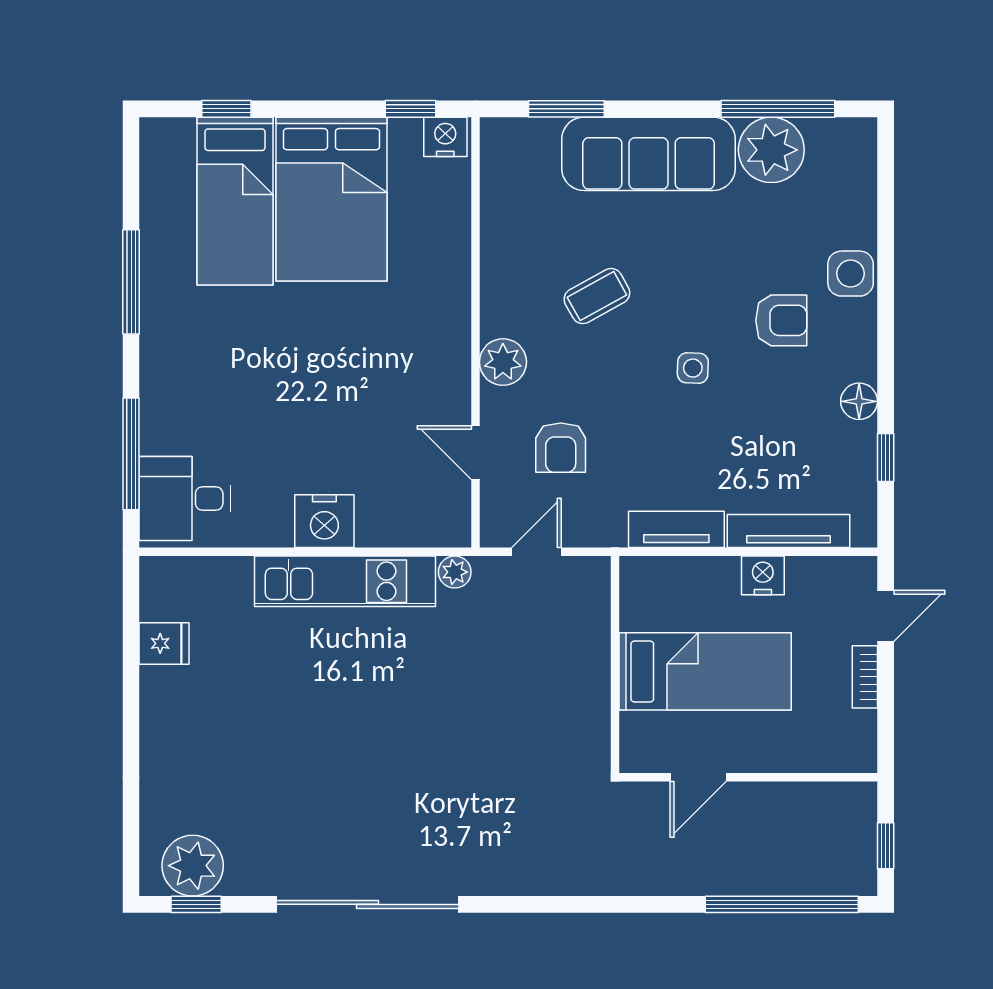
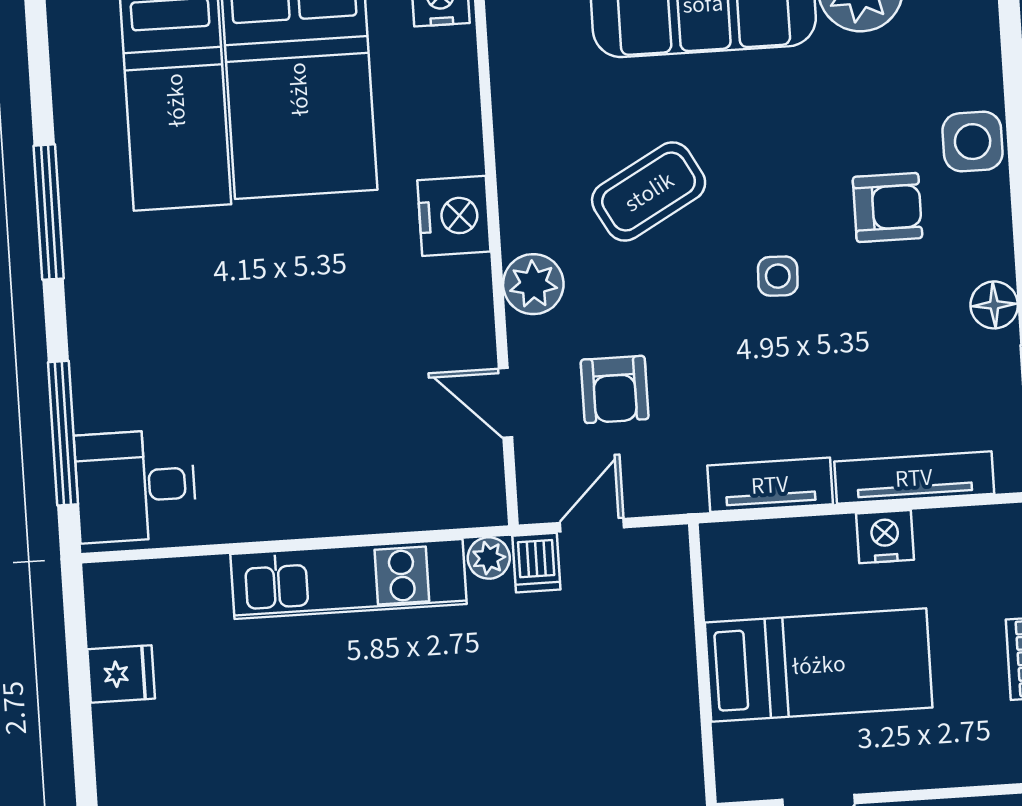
coffee table: (597, 296) -> (649, 192), width x1.36, depth x1.30
nightstand: (324, 521) -> (454, 216), moved, turned -90
dishwasher: (491, 578) -> (536, 563), added

